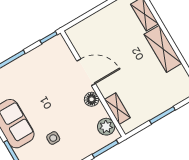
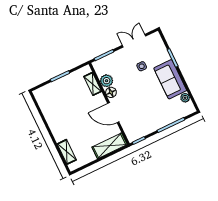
shelving: (163, 49) -> (110, 146), moved, turned 90
plant: (106, 127) -> (107, 81), moved

